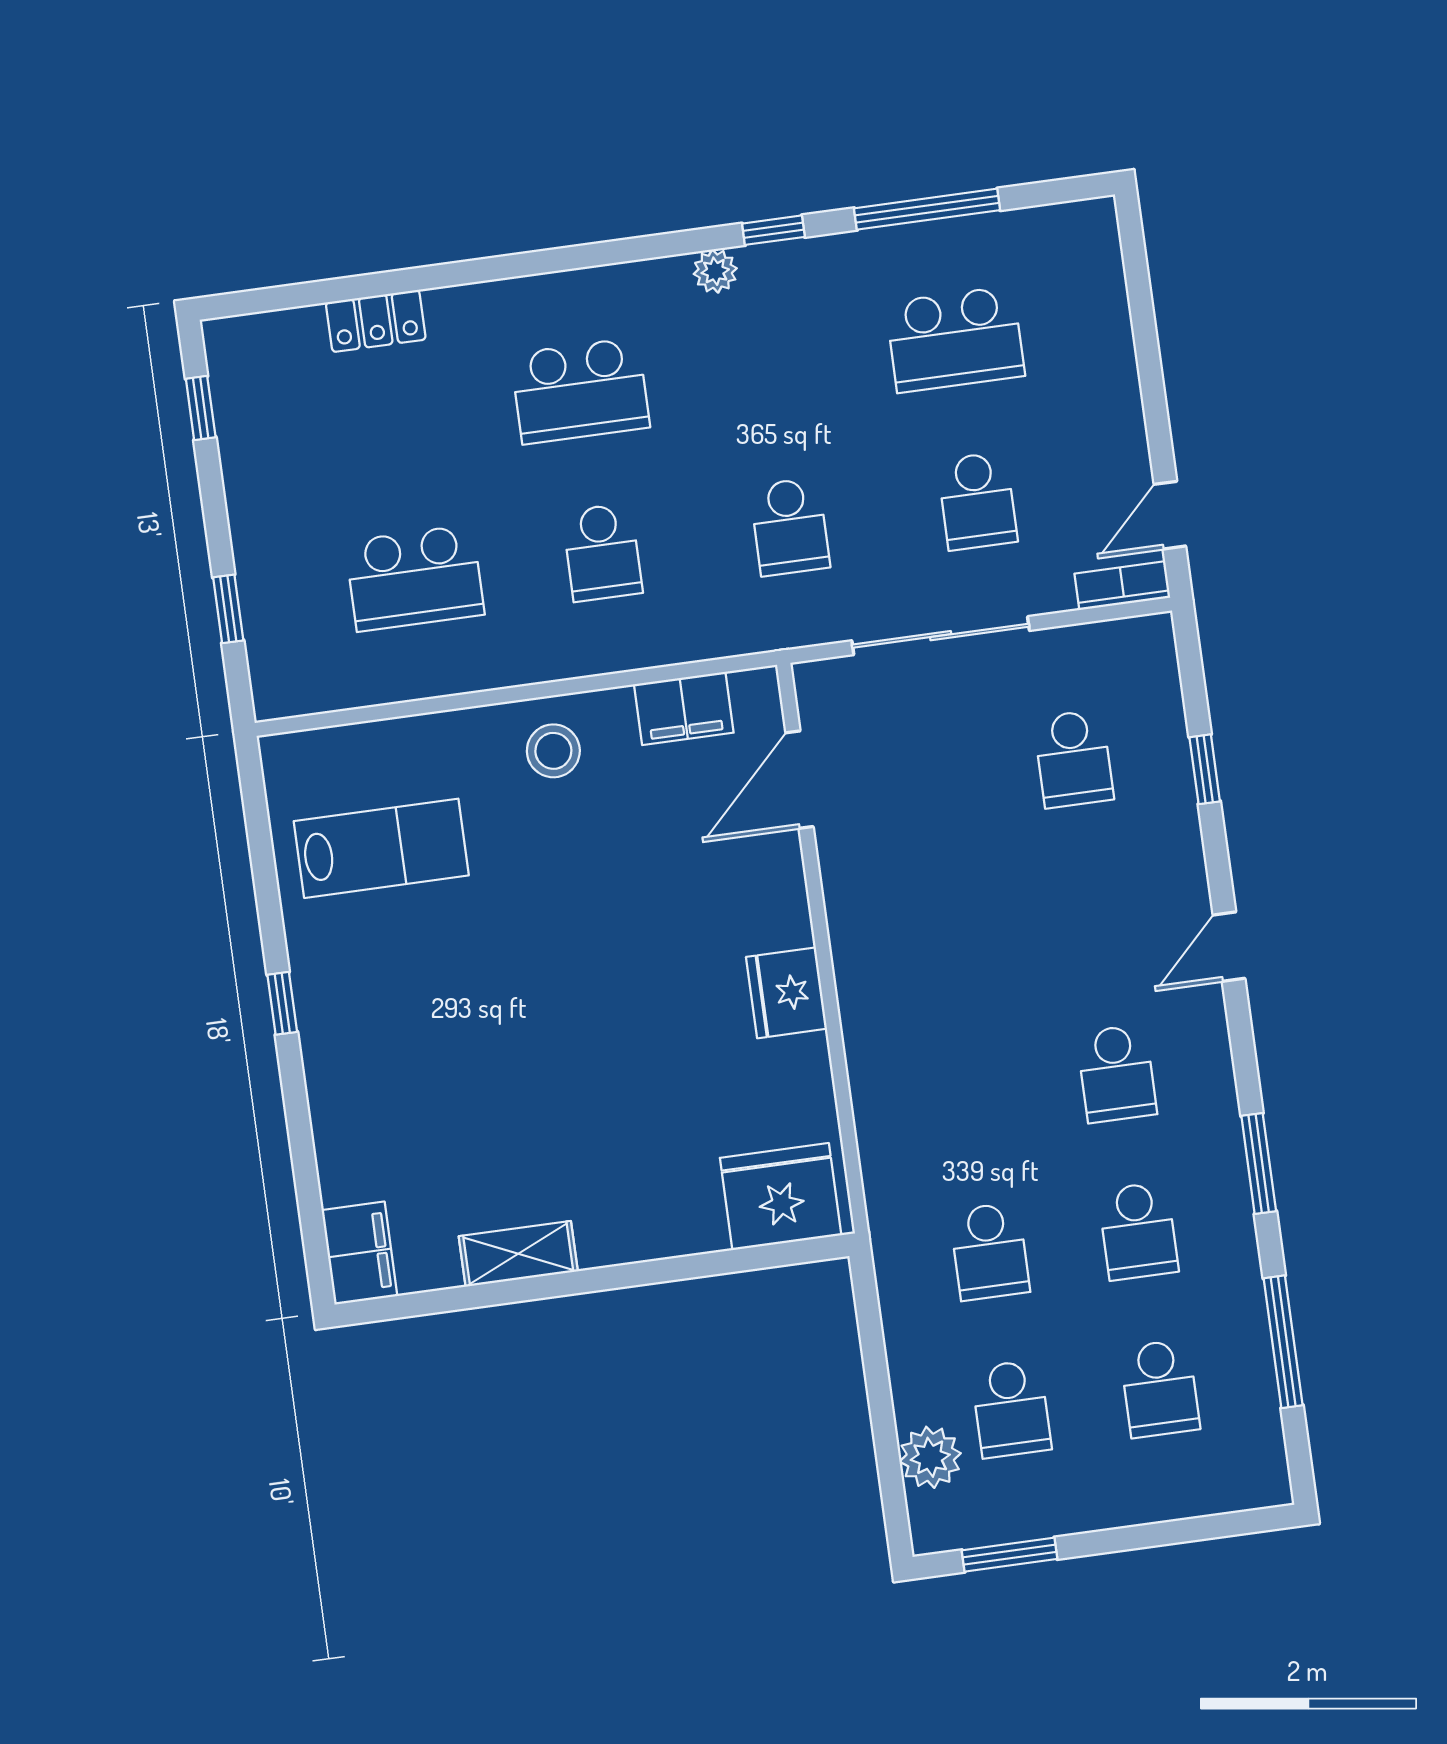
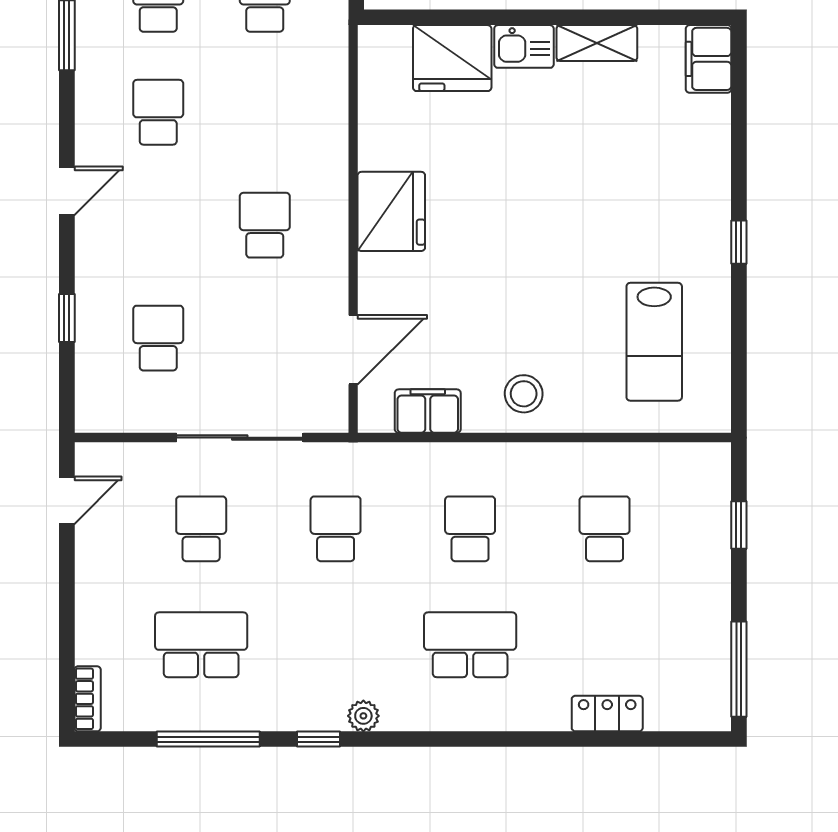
window: (201, 408) -> (739, 669), width x2.17
school desk: (415, 578) -> (605, 529), width x0.54
bookcase: (1122, 586) -> (88, 699), moved, turned -90
lab bench: (381, 848) -> (654, 342), turned -90
school desk: (946, 937) -> (265, 225), added
fridge: (787, 993) -> (391, 211), width x1.36, depth x1.34
fridge: (781, 1197) -> (452, 58), moved
kitchen sink: (619, 1235) -> (524, 46), added

